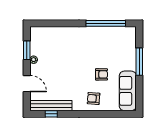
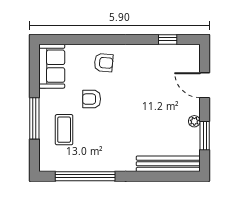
coffee table: (120, 54) -> (64, 130), added
sofa: (128, 91) -> (52, 66), width x0.73
bench: (51, 106) -> (168, 164), moved

